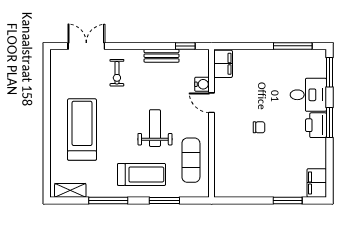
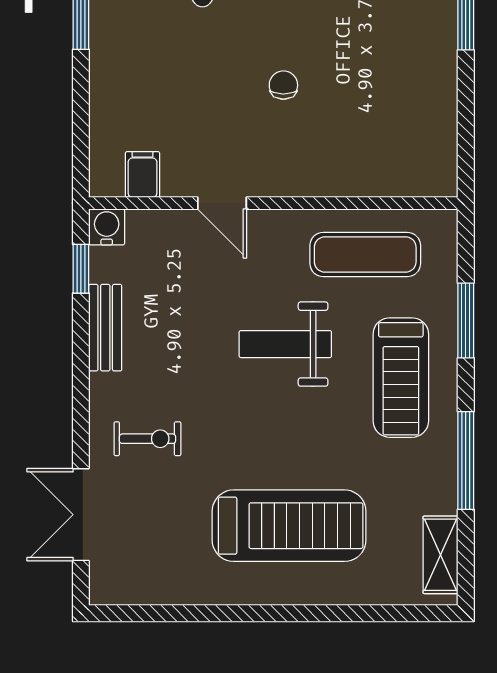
filing cabinet: (223, 64) -> (142, 174), width x0.50
water cooler: (202, 84) -> (107, 227), moved
door: (212, 103) -> (222, 203), hinge flipped
treadmill: (82, 130) -> (289, 526), turned 180
treadmill: (142, 174) -> (401, 378), turned 180

